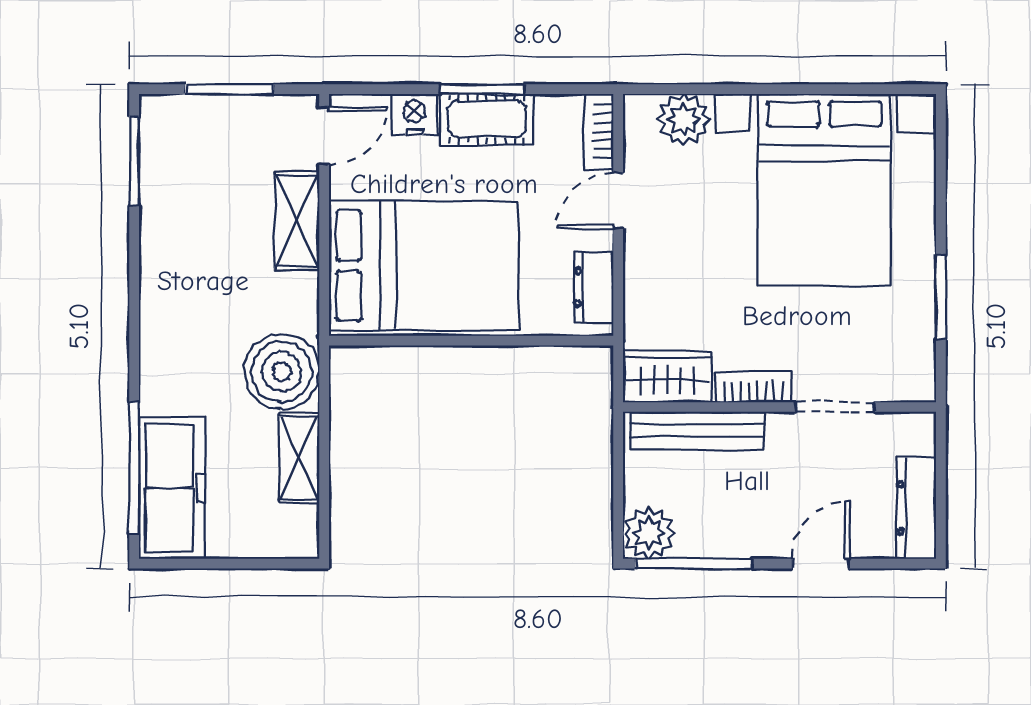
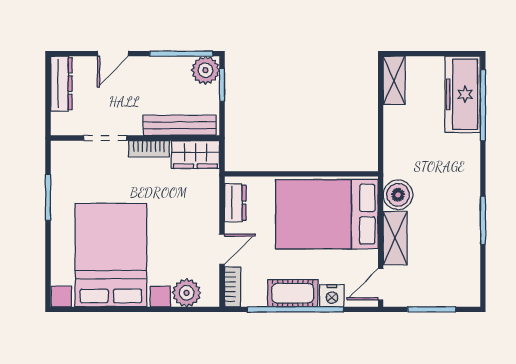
window: (482, 89) -> (295, 309), width x2.11
window: (134, 161) -> (483, 220), moved
boiler: (282, 372) -> (398, 195), moved, width x0.73, depth x0.73
shelving: (299, 458) -> (394, 80), moved
window: (618, 506) -> (222, 85), added

